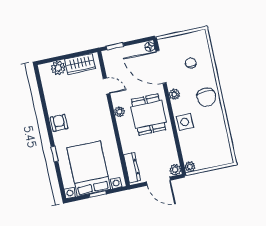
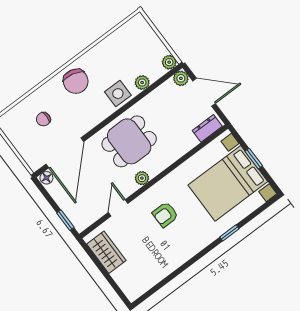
plant: (58, 68) -> (123, 277), removed
plant: (174, 94) -> (142, 83), moved
chair: (206, 97) -> (76, 81), turned 103
armchair: (59, 123) -> (165, 214), moved
dresser: (132, 168) -> (207, 128), width x0.70
door: (159, 181) -> (204, 92), hinge flipped

